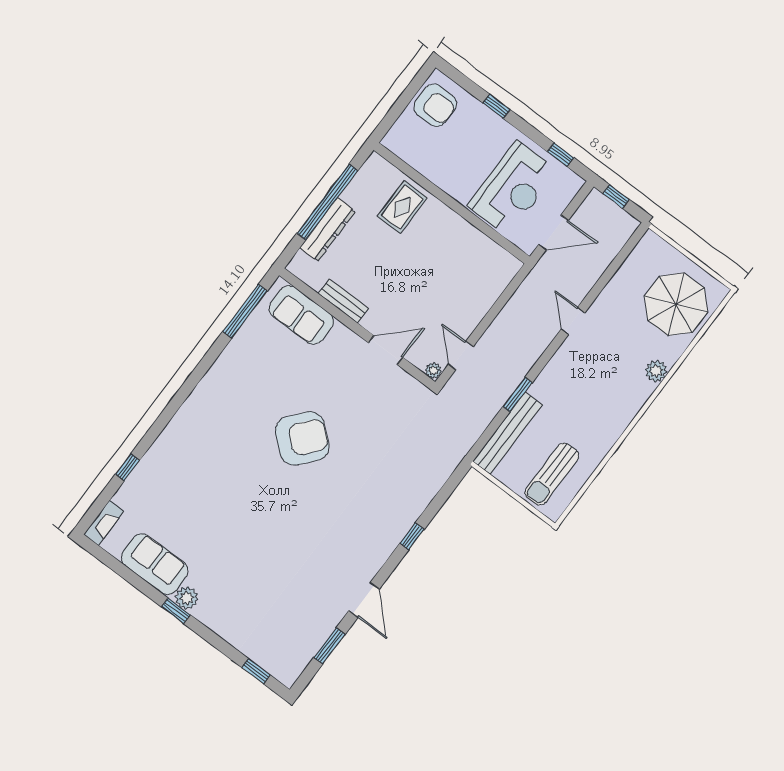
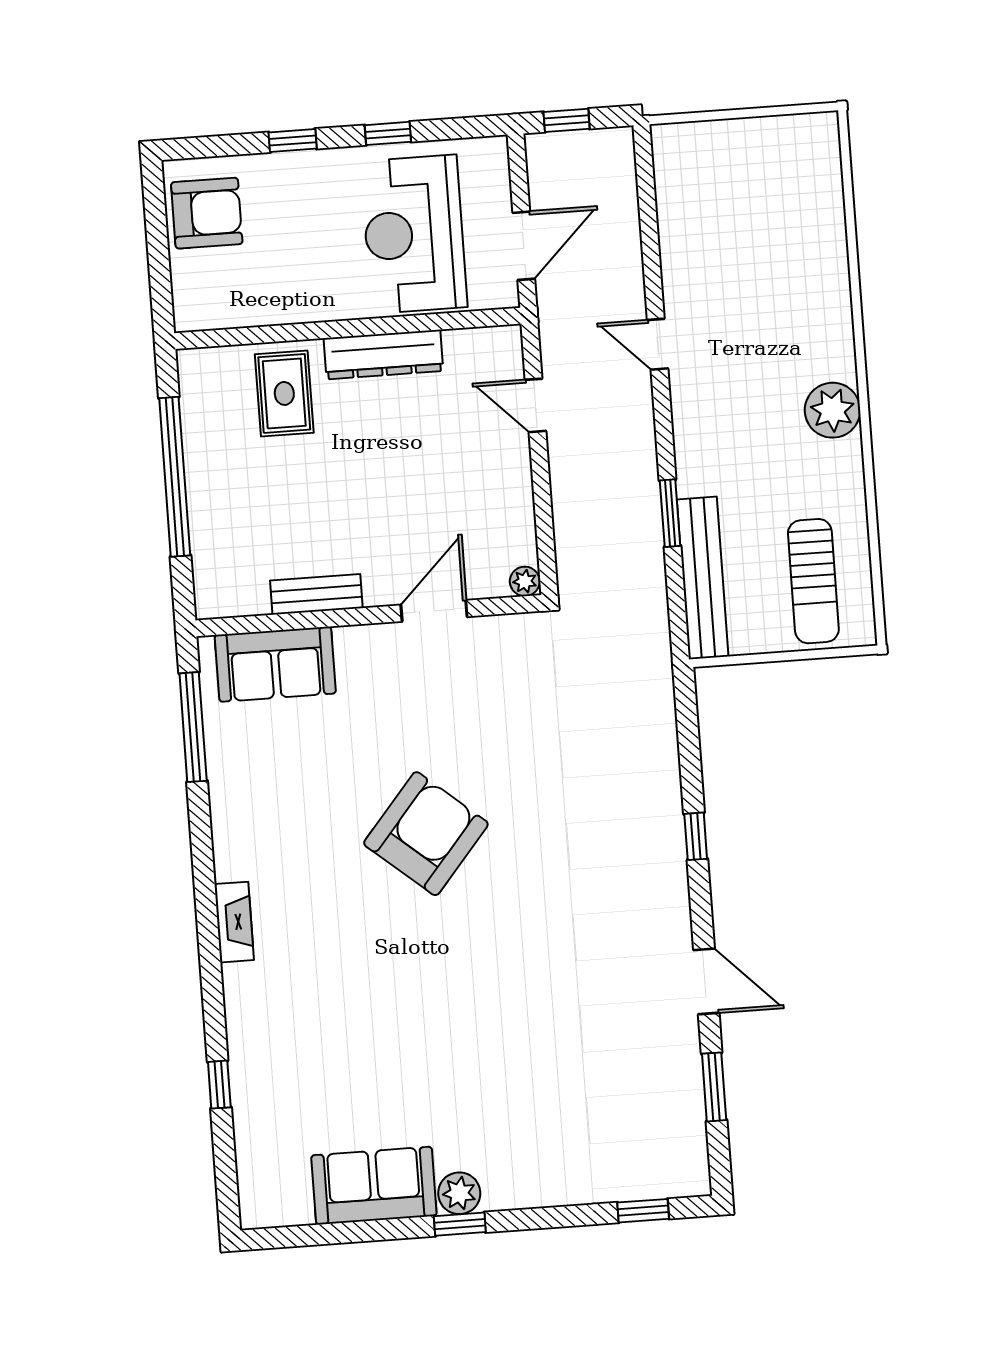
window: (561, 155) -> (388, 133), moved
reception desk: (513, 188) -> (414, 234), turned 180
dresser: (327, 230) -> (383, 355), moved, turned 90
parasol: (676, 304) -> (779, 197), removed
door: (461, 356) -> (535, 405), moved
plant: (656, 371) -> (833, 410), moved, width x1.36, depth x1.36
fireplace: (104, 523) -> (234, 922), moved

